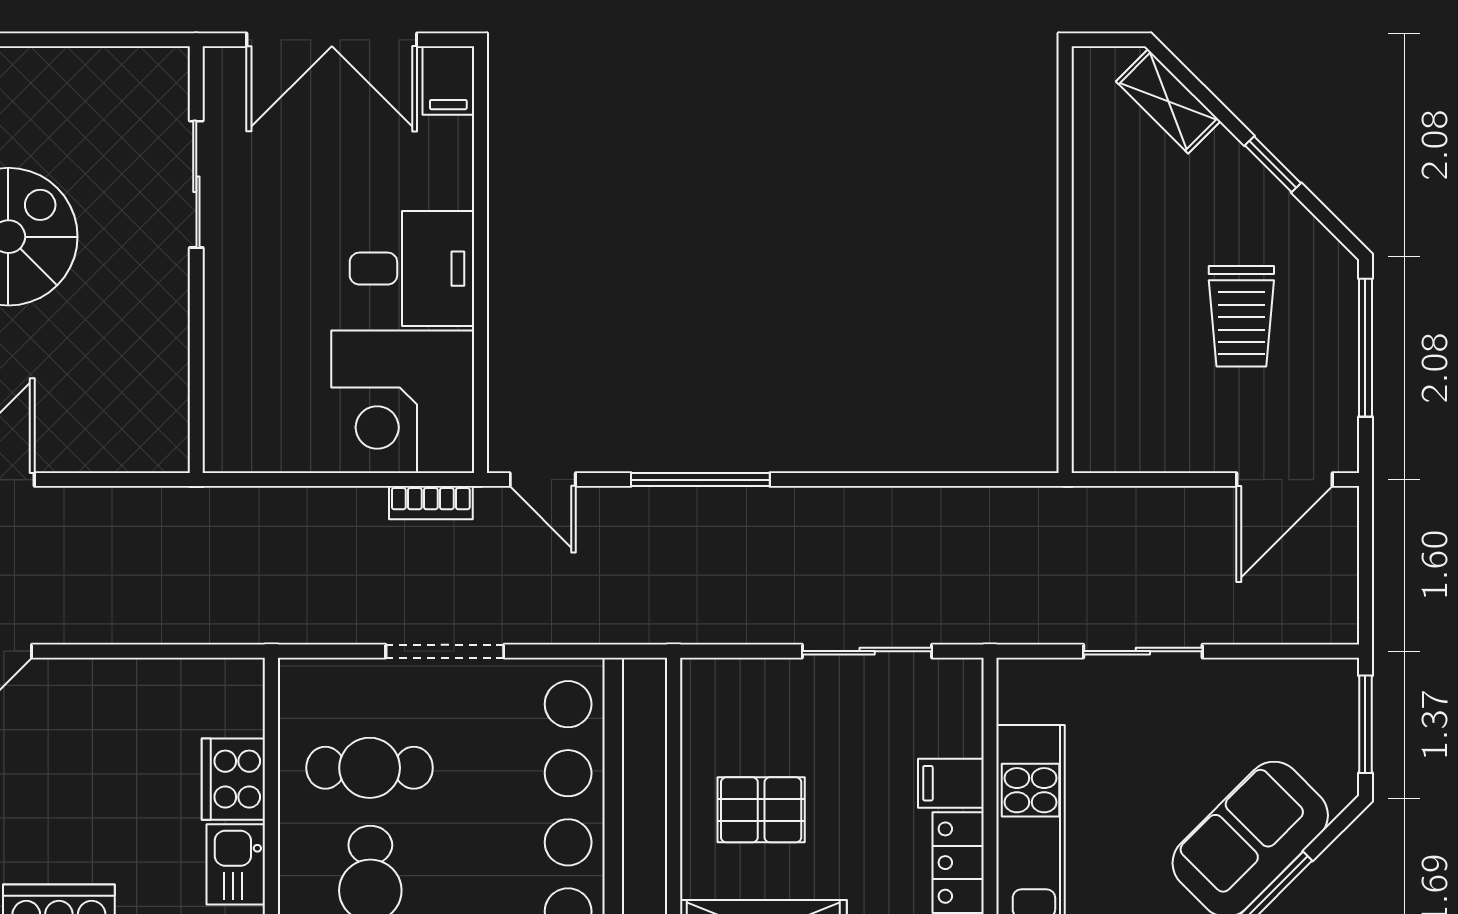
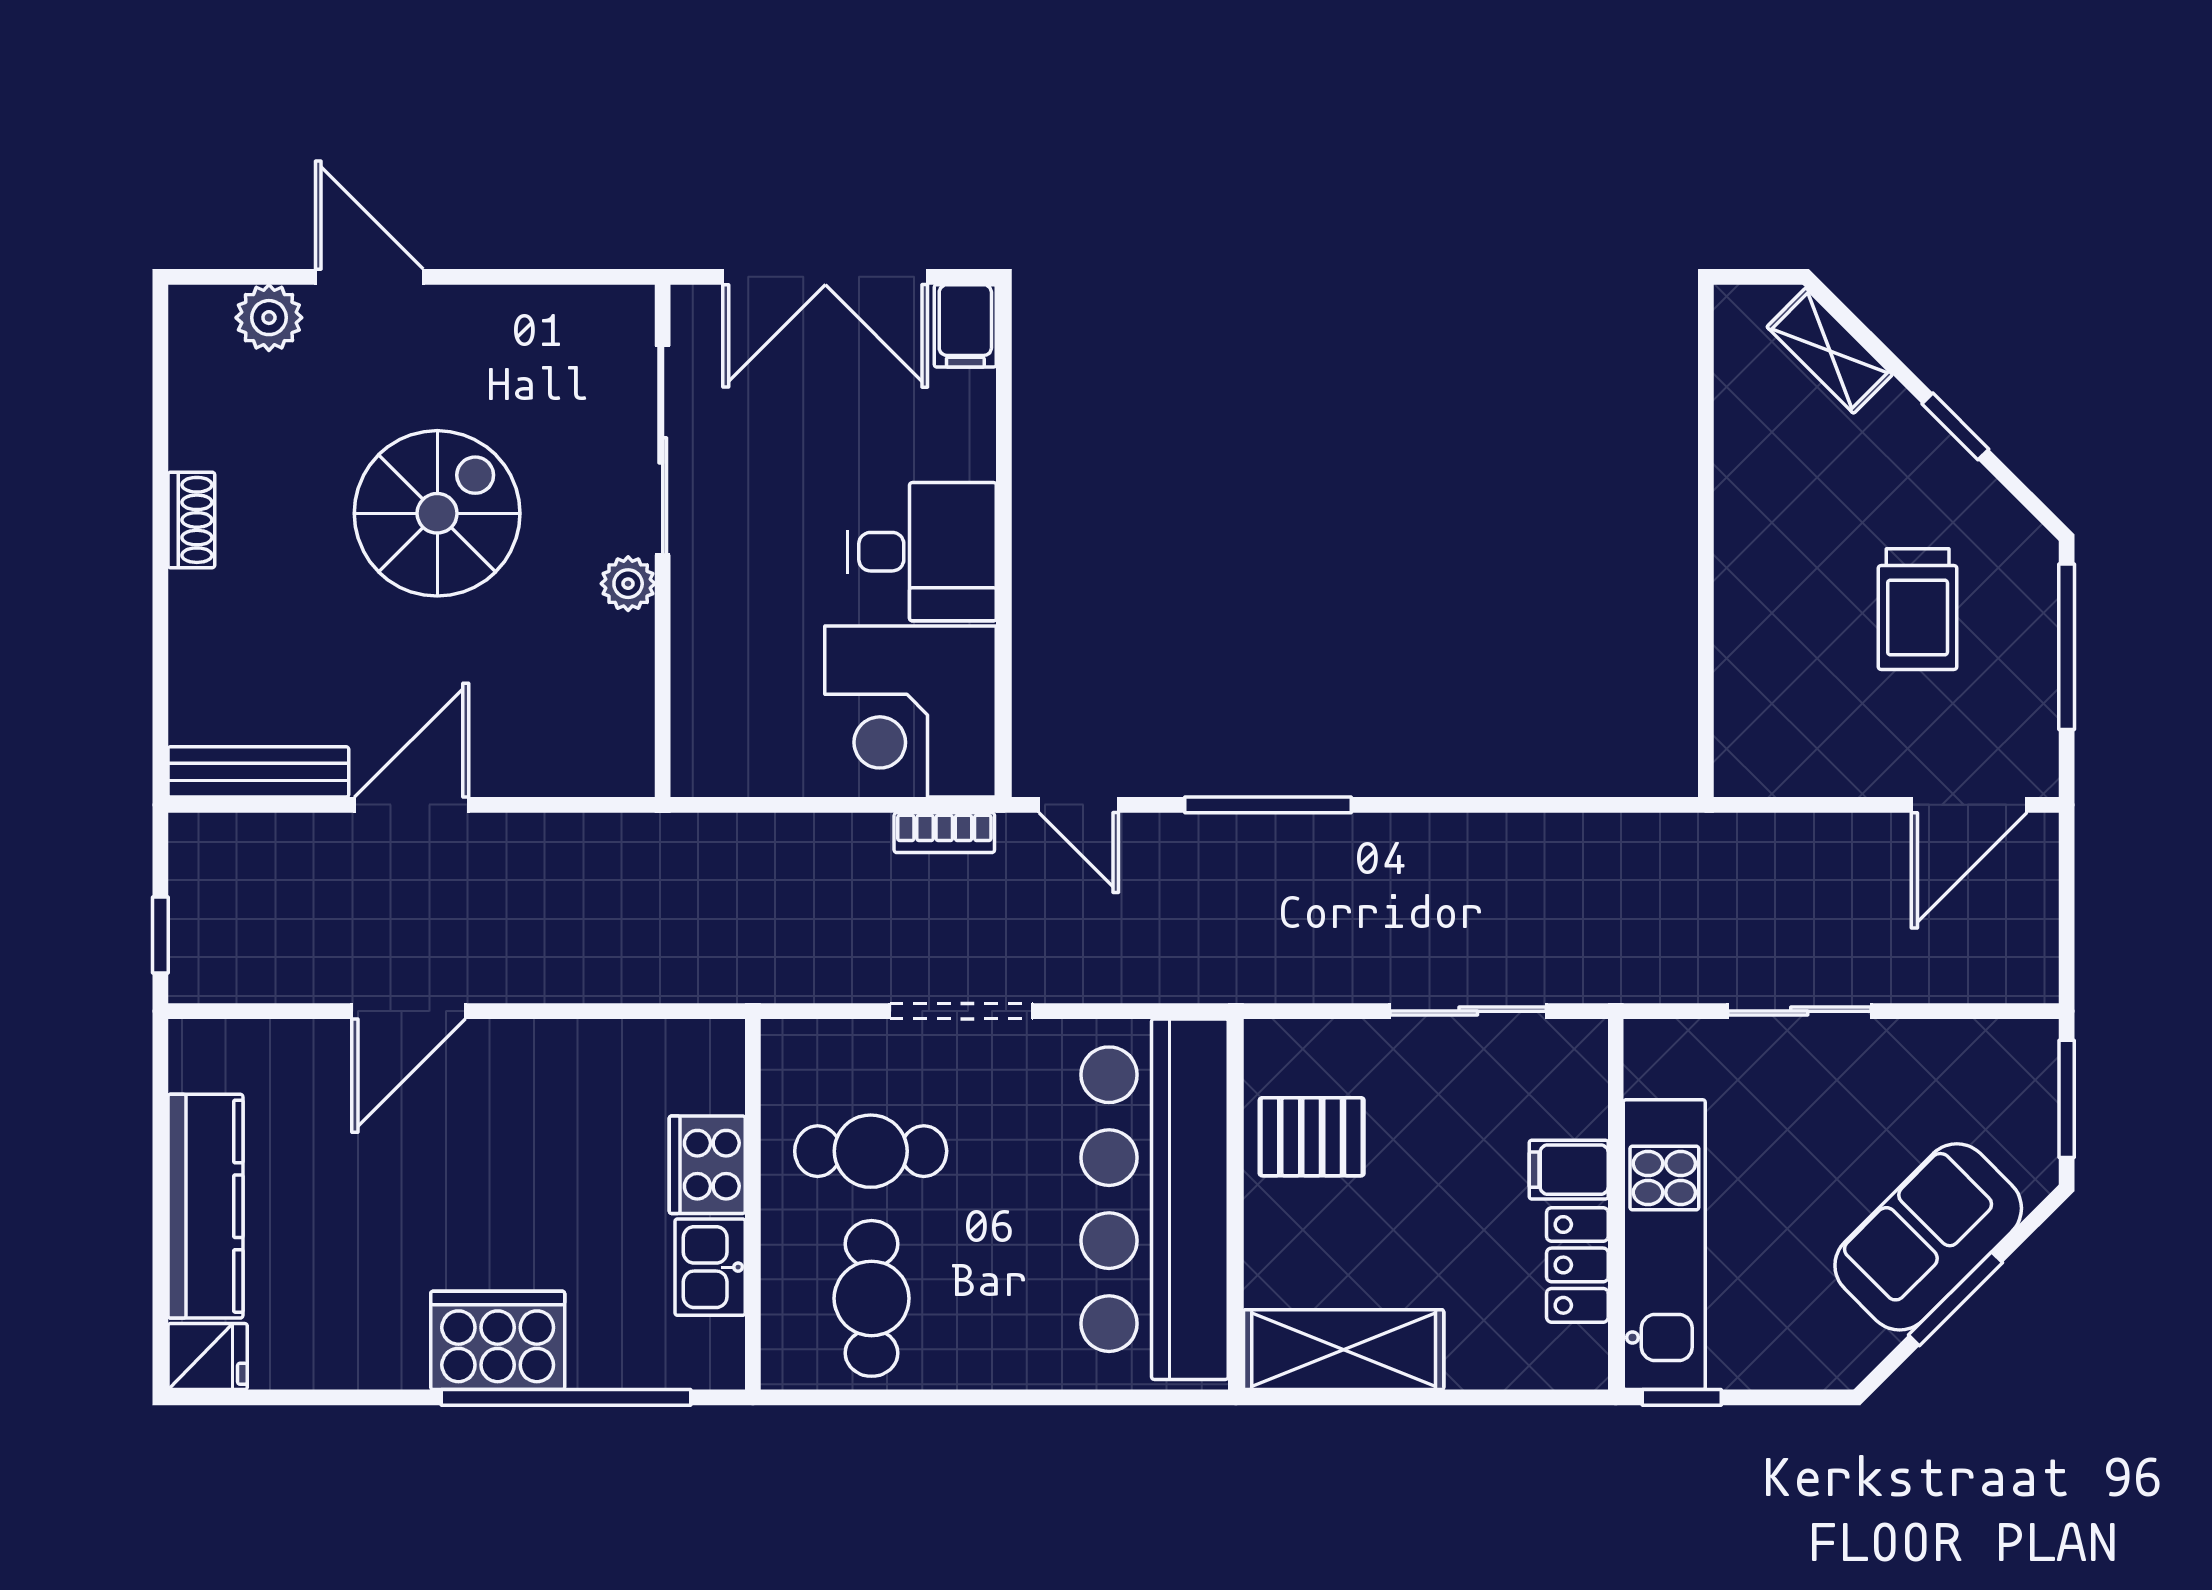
sliding door: (196, 184) -> (663, 450), width x1.37
plant: (167, 295) -> (628, 584), added
pallet: (761, 810) -> (1312, 1137), moved

